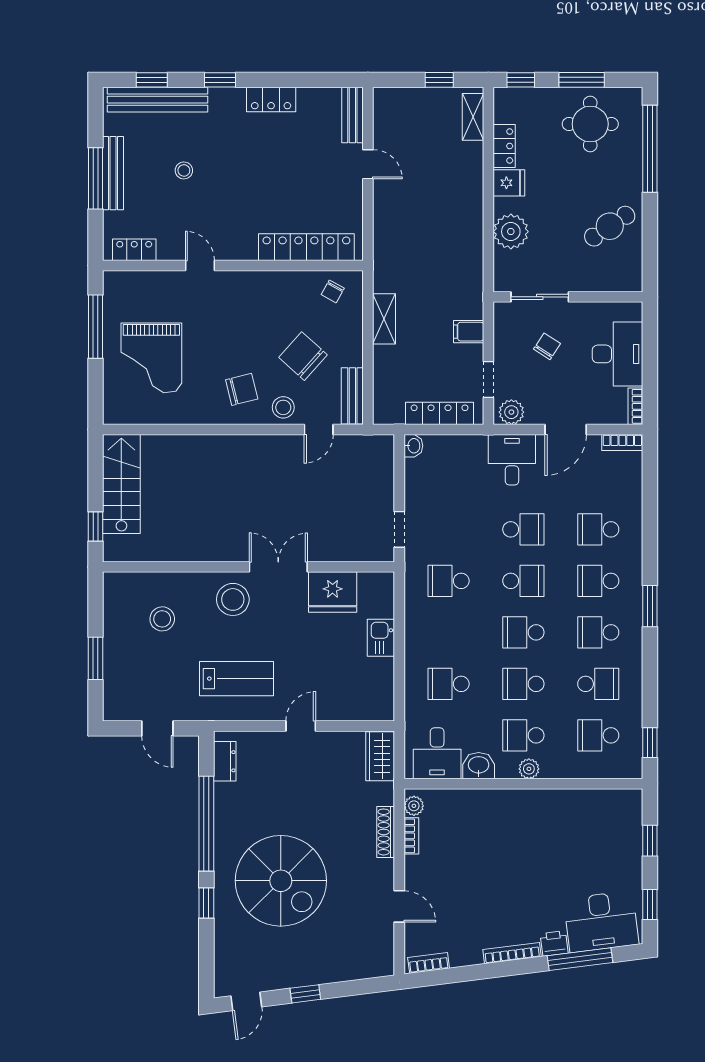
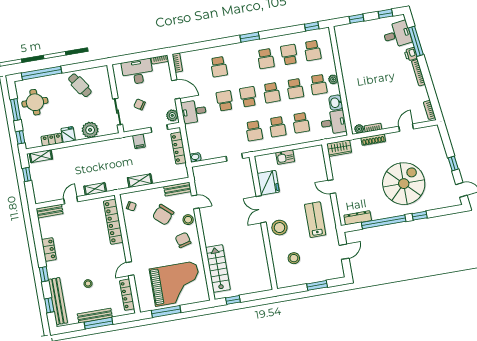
shelving: (383, 220) -> (95, 189), added
locker: (134, 250) -> (127, 295), width x1.53
grand piano: (151, 358) -> (176, 284), width x1.37, depth x1.48
stairs: (121, 484) -> (218, 269), moved, turned 90
window: (95, 527) -> (233, 300), moved
school desk: (598, 581) -> (277, 127), moved
dresser: (225, 761) -> (358, 218), width x1.44
desk: (601, 922) -> (397, 35), width x0.73

